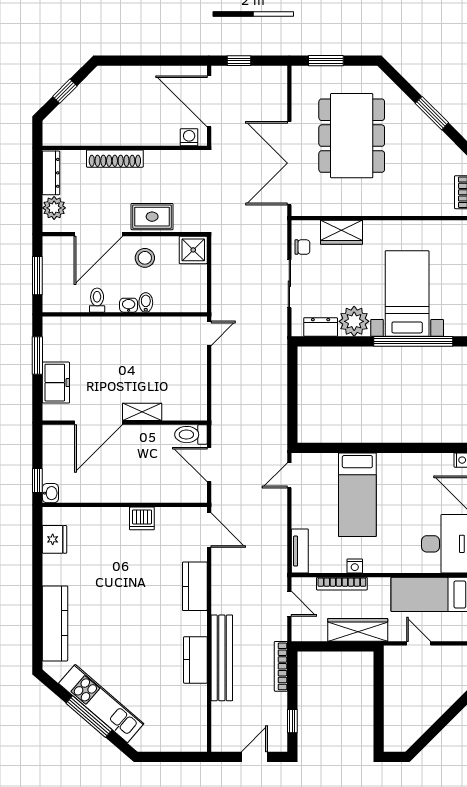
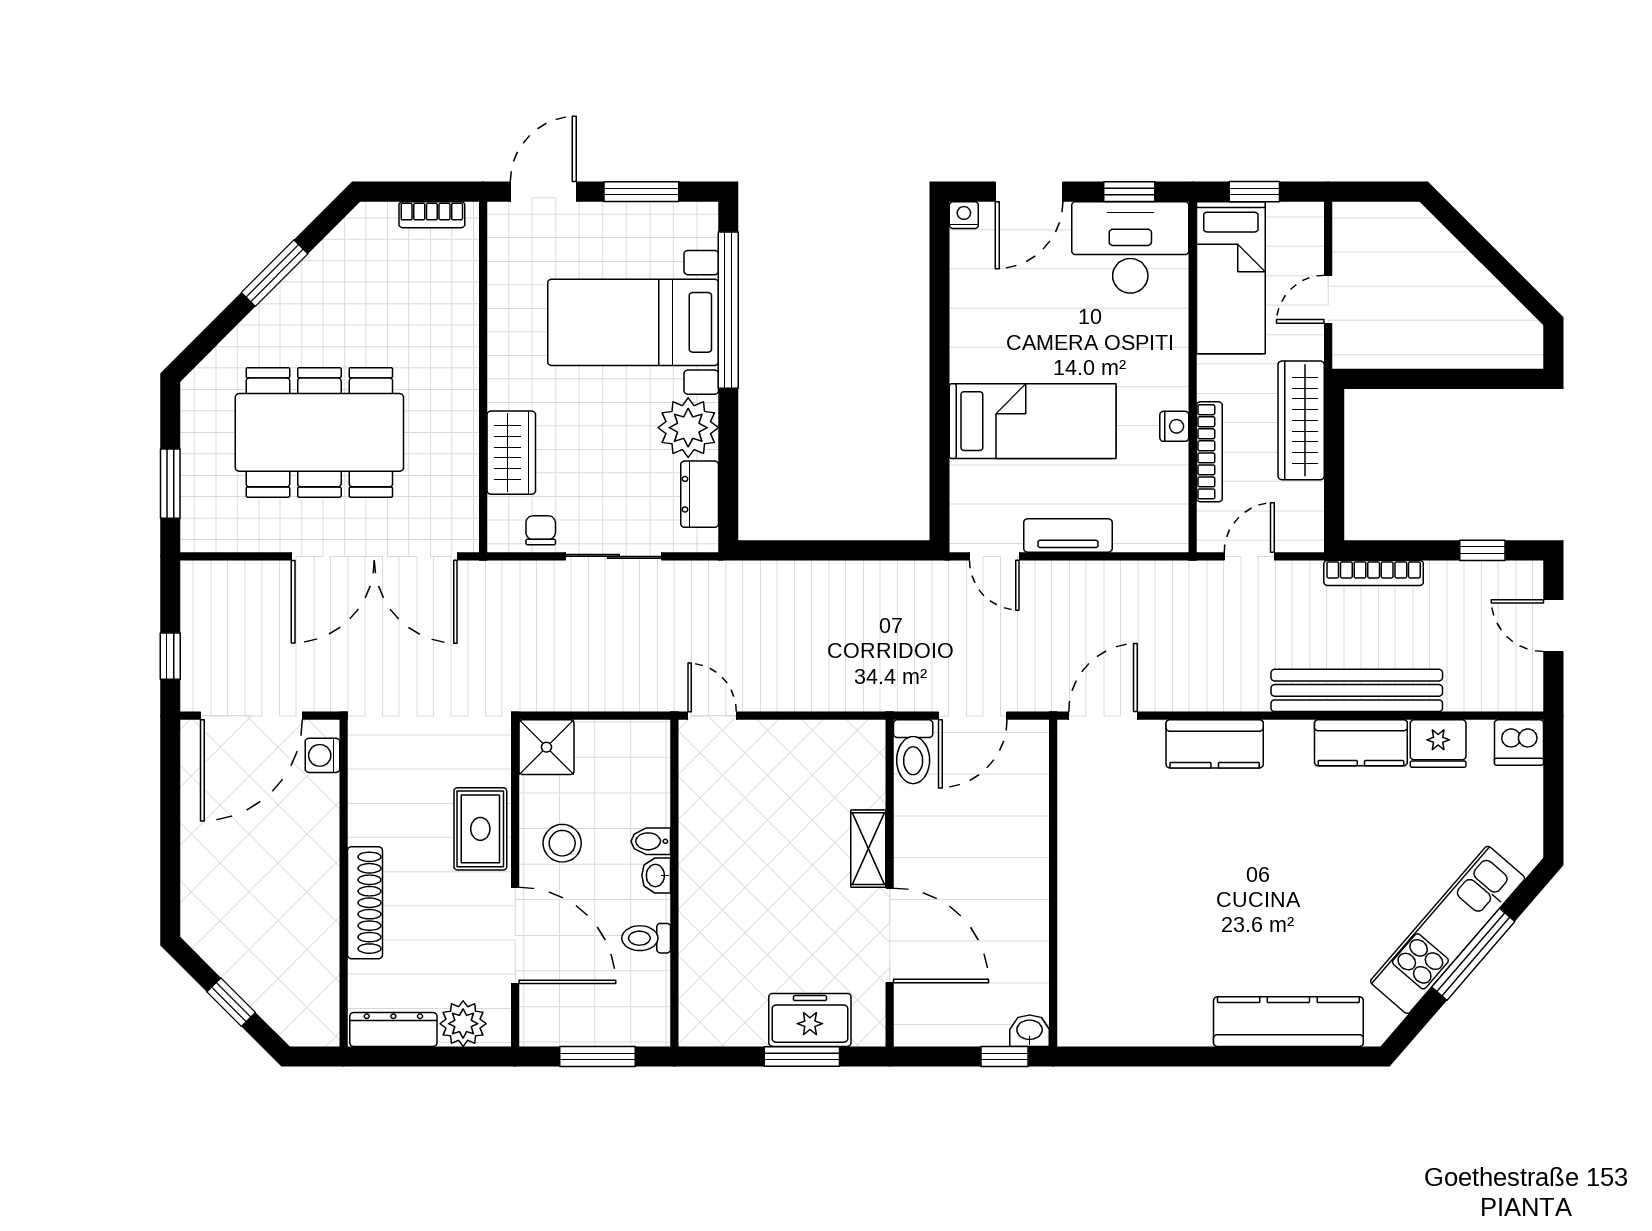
window: (37, 356) -> (802, 1056), moved
dishwasher: (142, 518) -> (1519, 743), moved, turned 90
fridge: (55, 539) -> (1438, 744), moved, turned 180
tv unit: (300, 551) -> (1068, 535), moved

